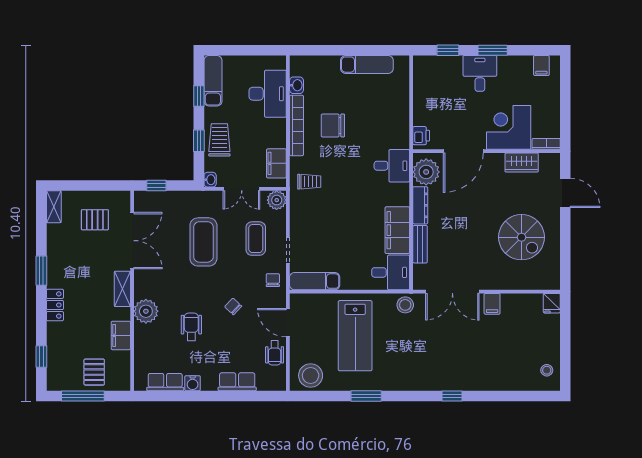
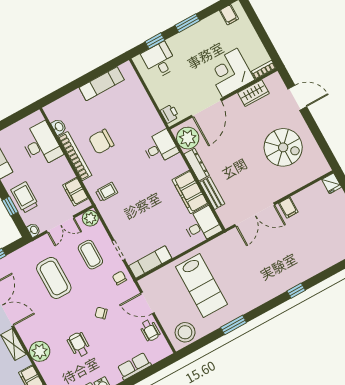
desk: (480, 73) -> (159, 60), moved
stool: (405, 305) -> (226, 243), removed

